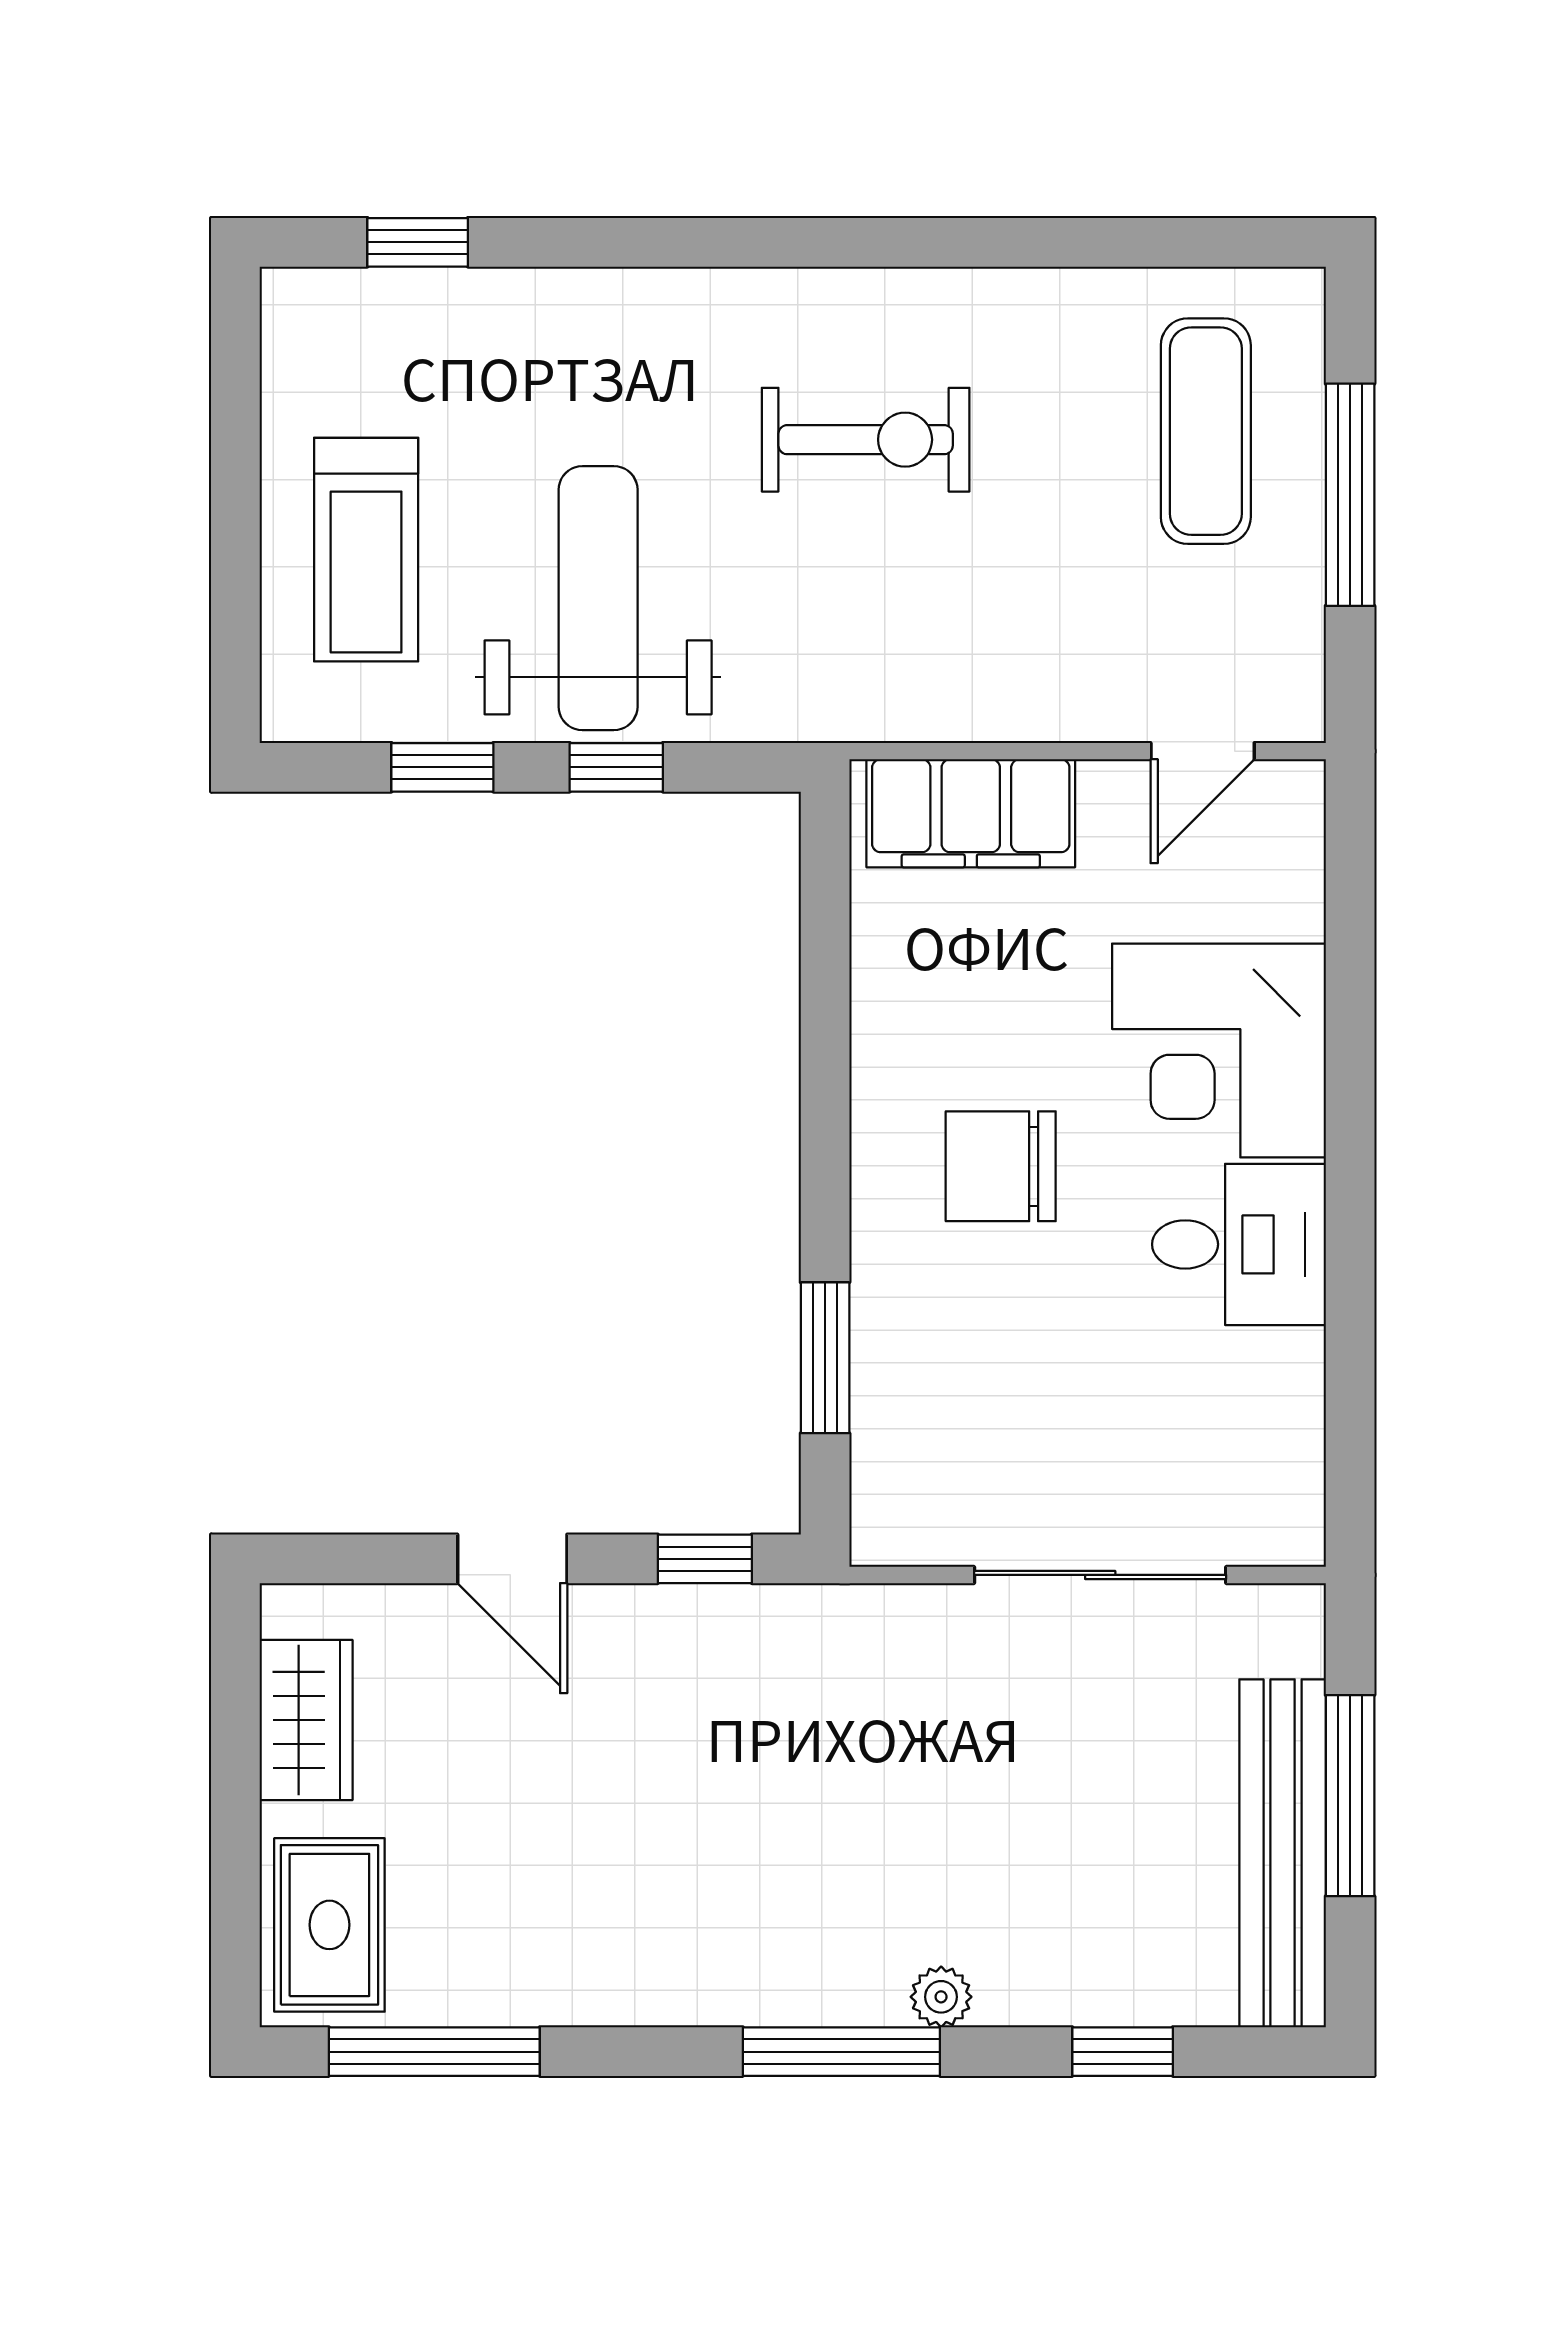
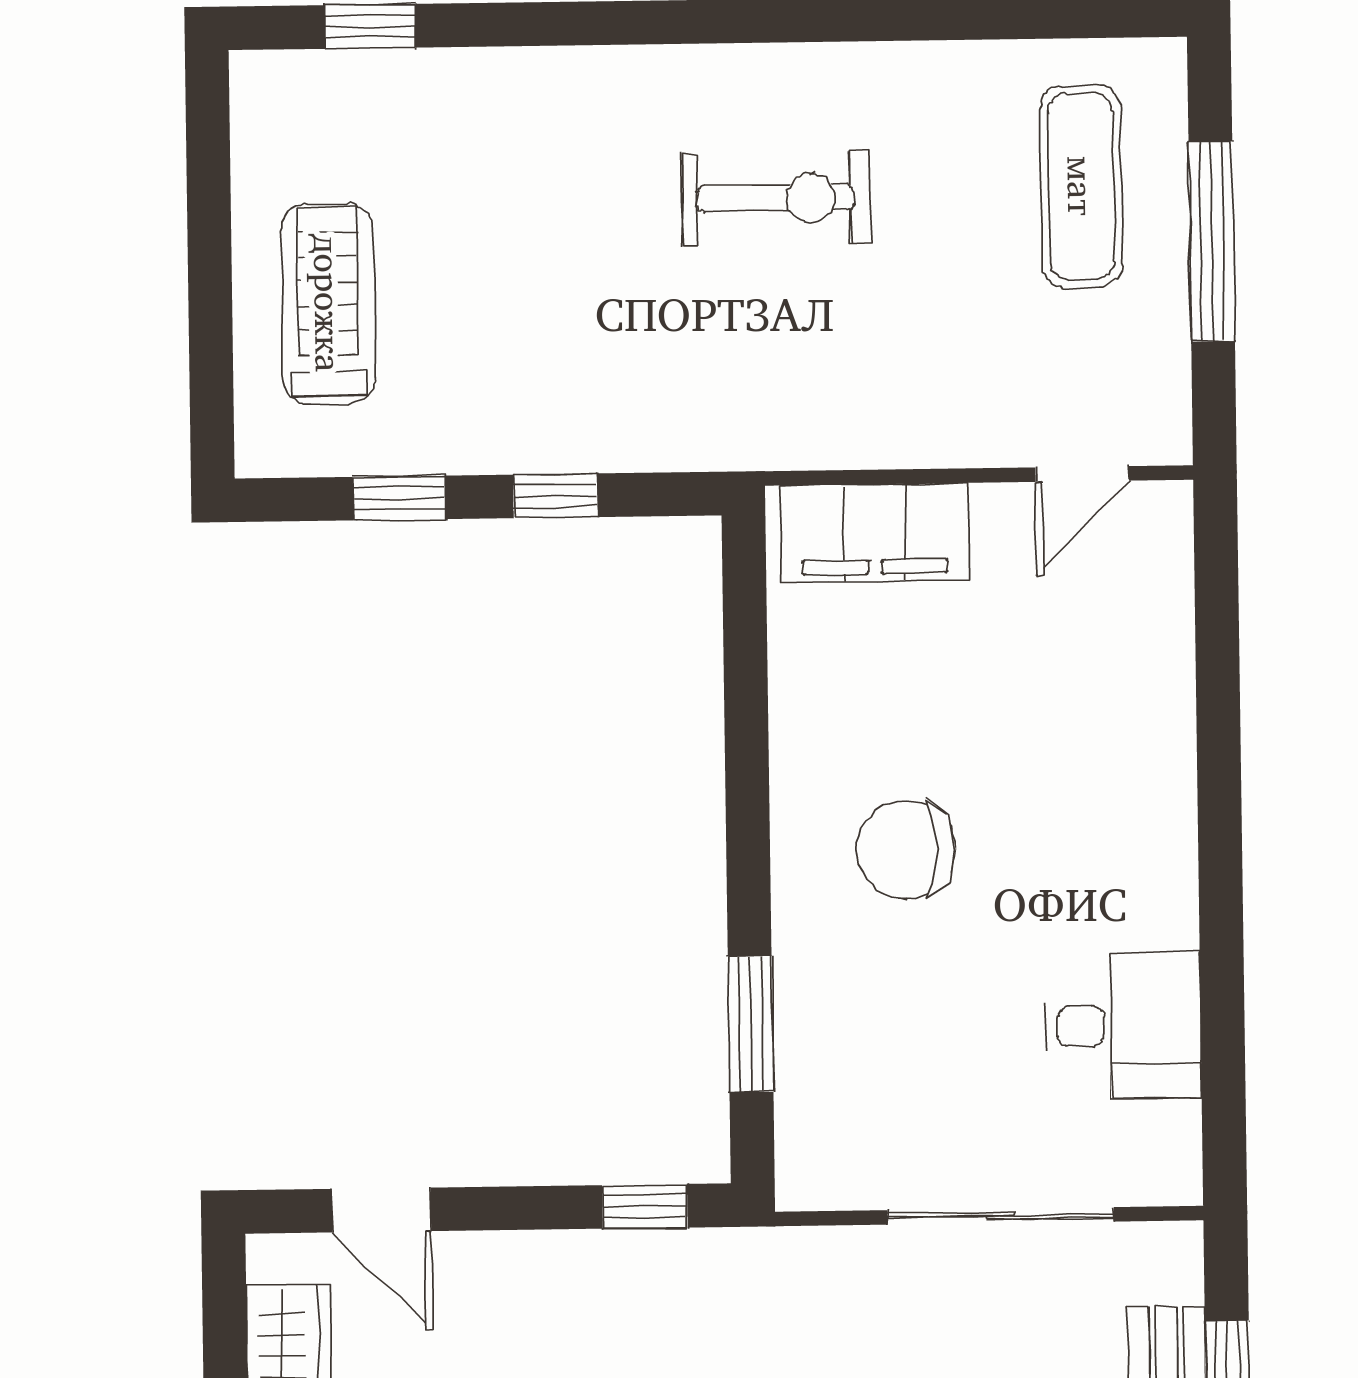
treadmill: (366, 550) -> (328, 303), turned 180
weight bench: (598, 598) -> (537, 344), removed
corner desk: (1219, 1050) -> (1101, 743), removed
desk: (1239, 1244) -> (1123, 1025), moved
door: (512, 1559) -> (381, 1210), moved

